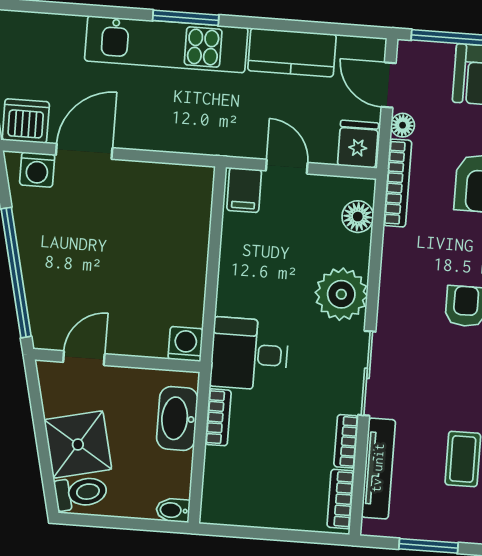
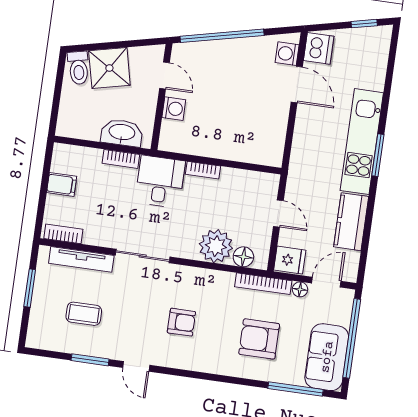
door: (287, 167) -> (278, 213), hinge flipped
filing cabinet: (244, 190) -> (62, 184), moved, turned 180
plant: (341, 294) -> (216, 246), moved
washing machine: (186, 344) -> (174, 109), moved
bookcase: (346, 441) -> (203, 170), moved, turned 180
bidet: (173, 510) -> (63, 126), removed

